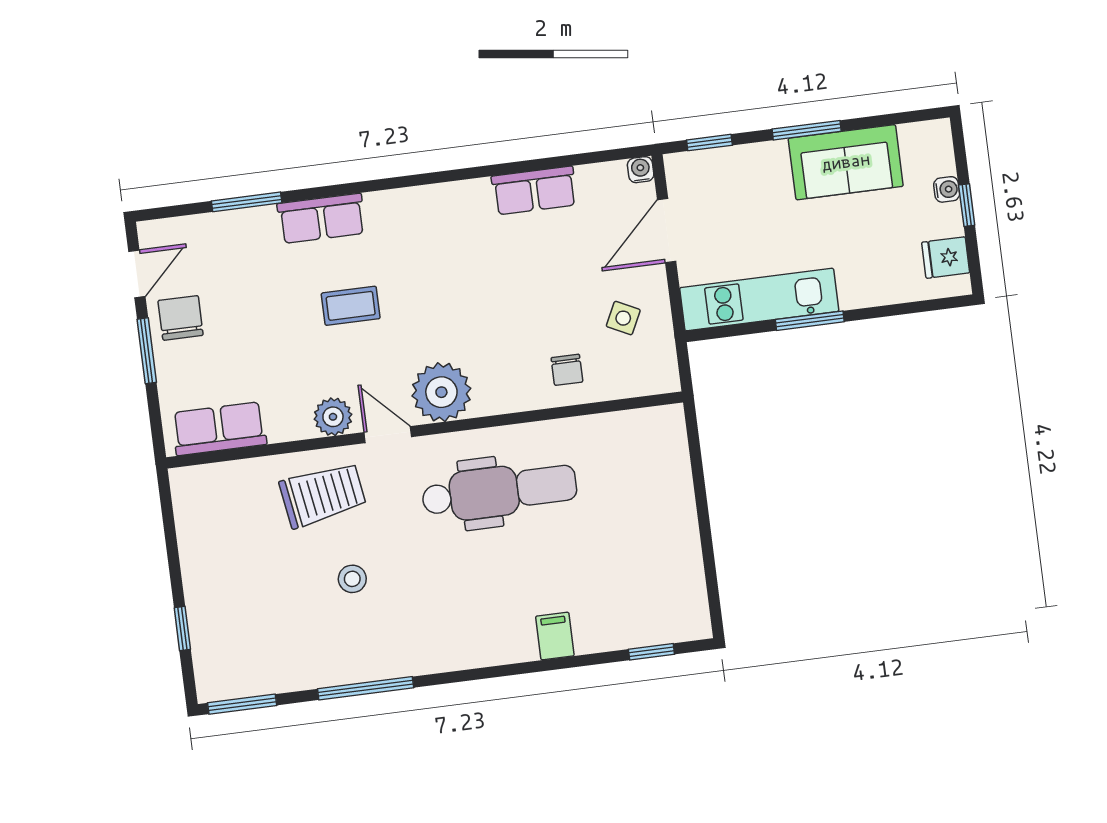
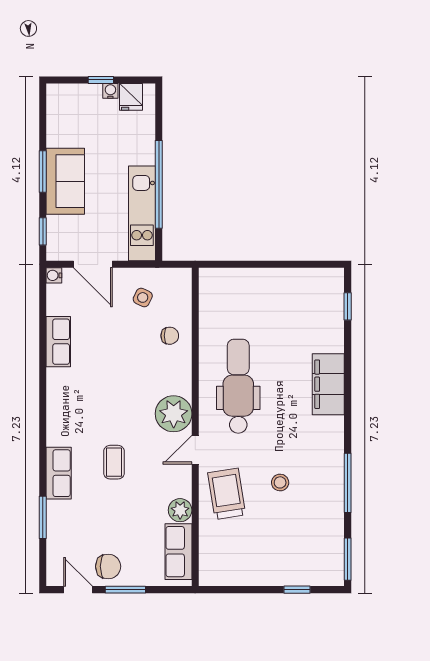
sofa: (846, 162) -> (65, 181), moved
water cooler: (947, 189) -> (110, 91), moved
chair: (181, 318) -> (108, 566), turned 180
window: (810, 321) -> (159, 184), width x2.11
plant: (333, 417) -> (180, 510), moved
filing cabinet: (555, 636) -> (328, 384), width x3.00, depth x1.17

